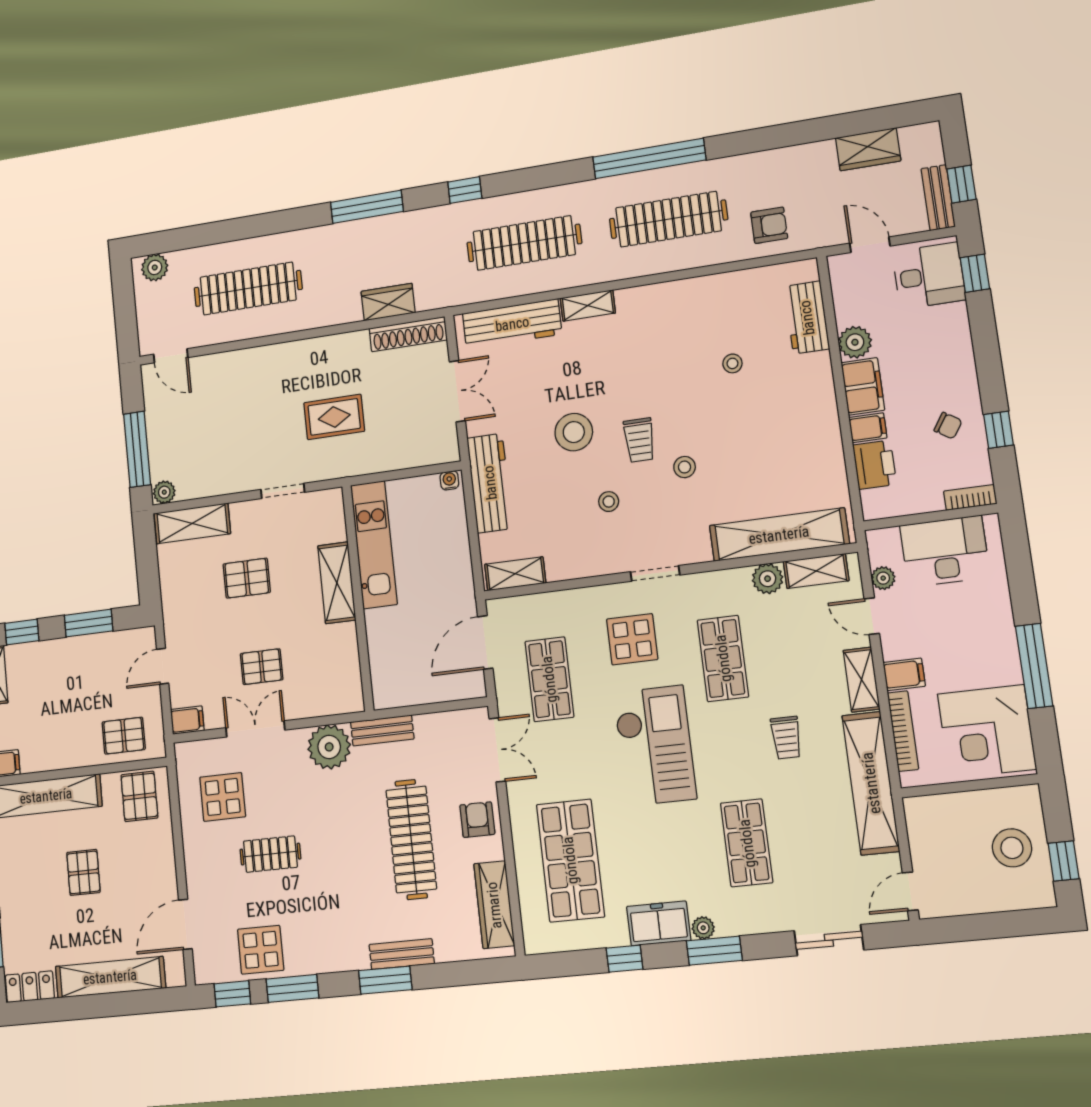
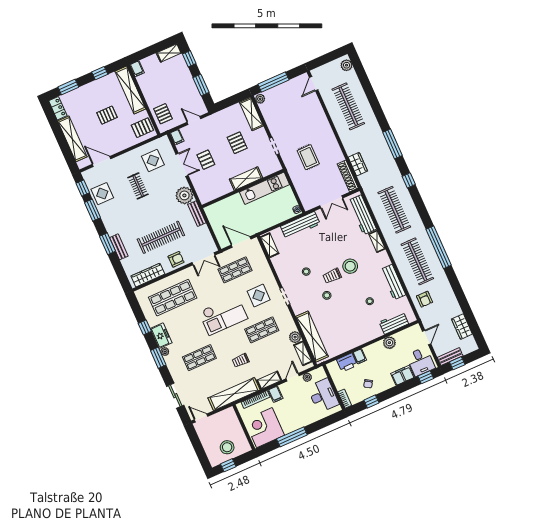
workbench: (702, 292) -> (393, 282), added
filing cabinet: (863, 386) -> (403, 375), moved, turned 180
stool: (574, 432) -> (350, 266), moved

